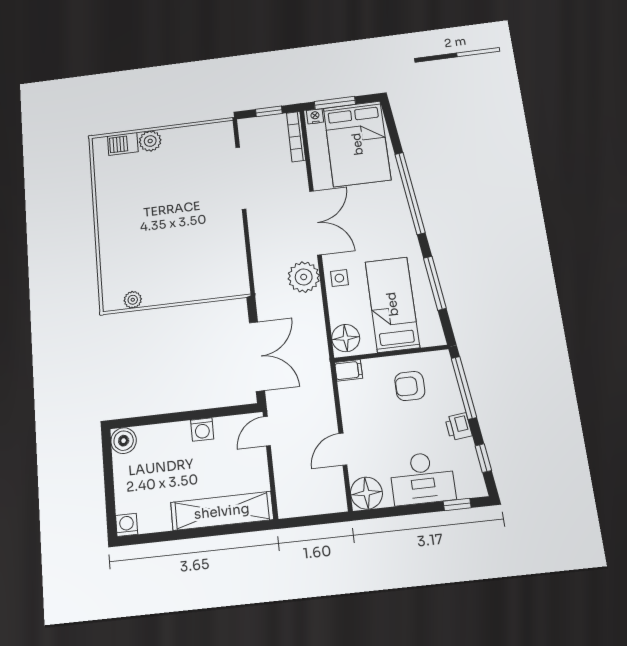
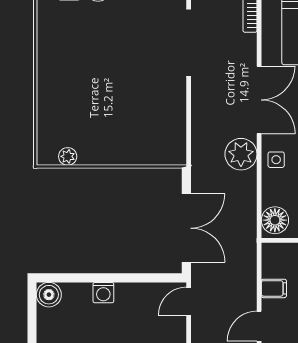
filing cabinet: (349, 370) -> (274, 288), moved
washing machine: (202, 430) -> (103, 293), moved

